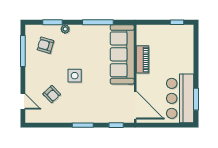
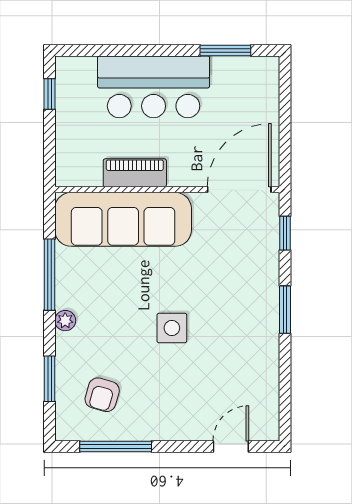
plant: (65, 29) -> (65, 321), moved
armchair: (52, 94) -> (214, 380), removed
bar counter: (180, 98) -> (154, 87), moved

